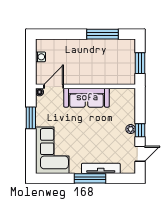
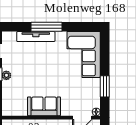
sofa: (87, 98) -> (44, 106), width x0.73

